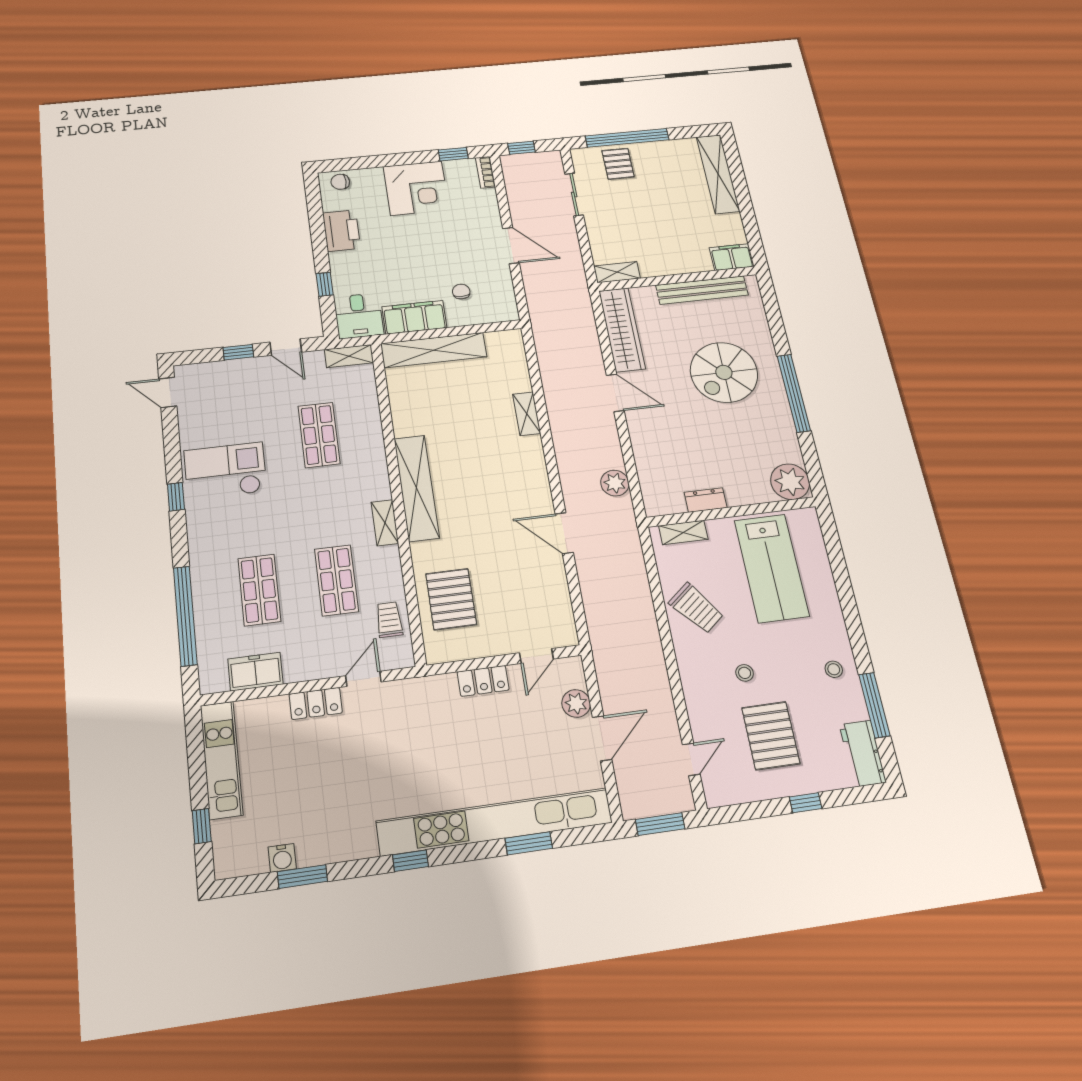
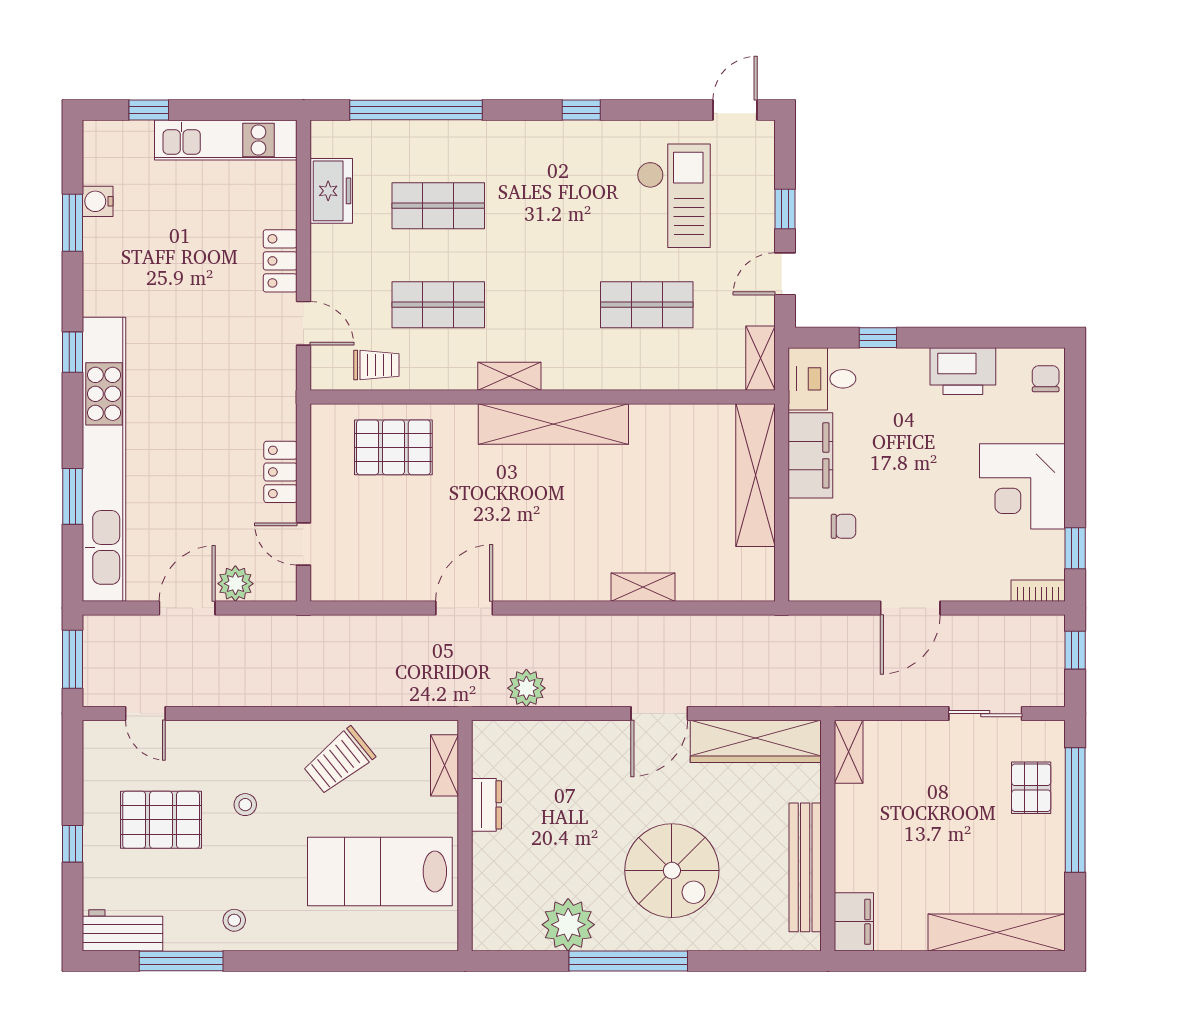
pallet: (618, 164) -> (1031, 788), turned 90
spiral stairs: (724, 372) -> (672, 871), turned 180
checkout: (225, 471) -> (674, 196), moved
plant: (790, 482) -> (568, 925), moved
door: (602, 738) -> (187, 608), swing flipped

